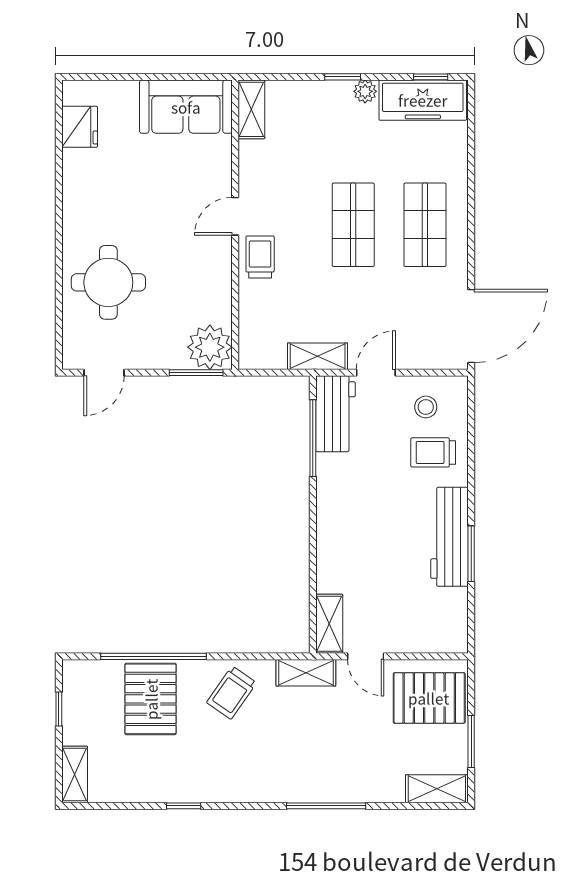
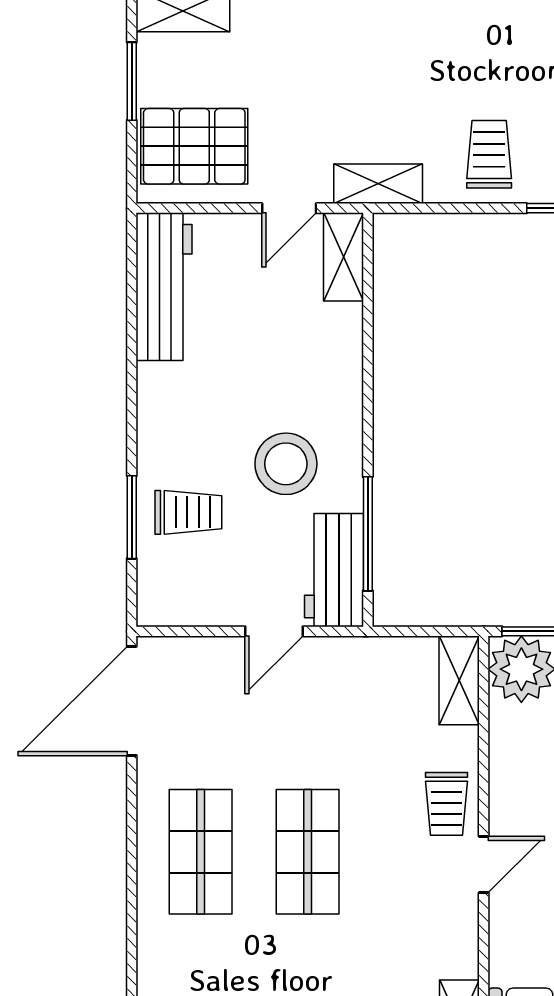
shelving: (318, 356) -> (459, 680), moved, turned 90
stool: (426, 407) -> (286, 464), moved, width x1.89, depth x1.89
workbench: (450, 537) -> (164, 287), moved
window: (471, 554) -> (132, 517), moved
door: (366, 656) -> (289, 208), swing flipped
trolley: (231, 693) -> (489, 154), turned -35

